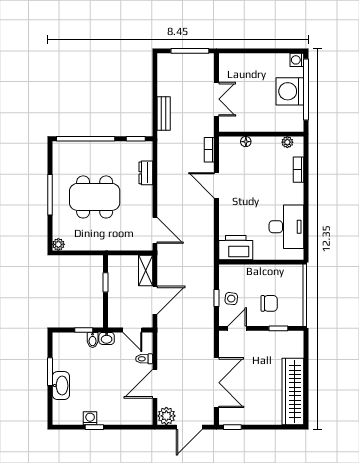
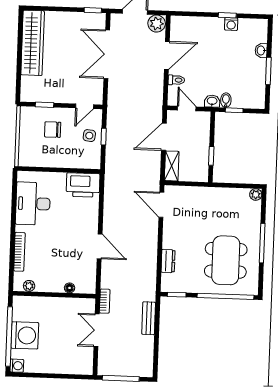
bookcase: (209, 150) -> (105, 301), moved
bookcase: (299, 170) -> (19, 252), width x1.56
dining table: (95, 197) -> (226, 260), moved, turned 90
washbasin: (61, 386) -> (261, 50), width x0.52, depth x0.69

